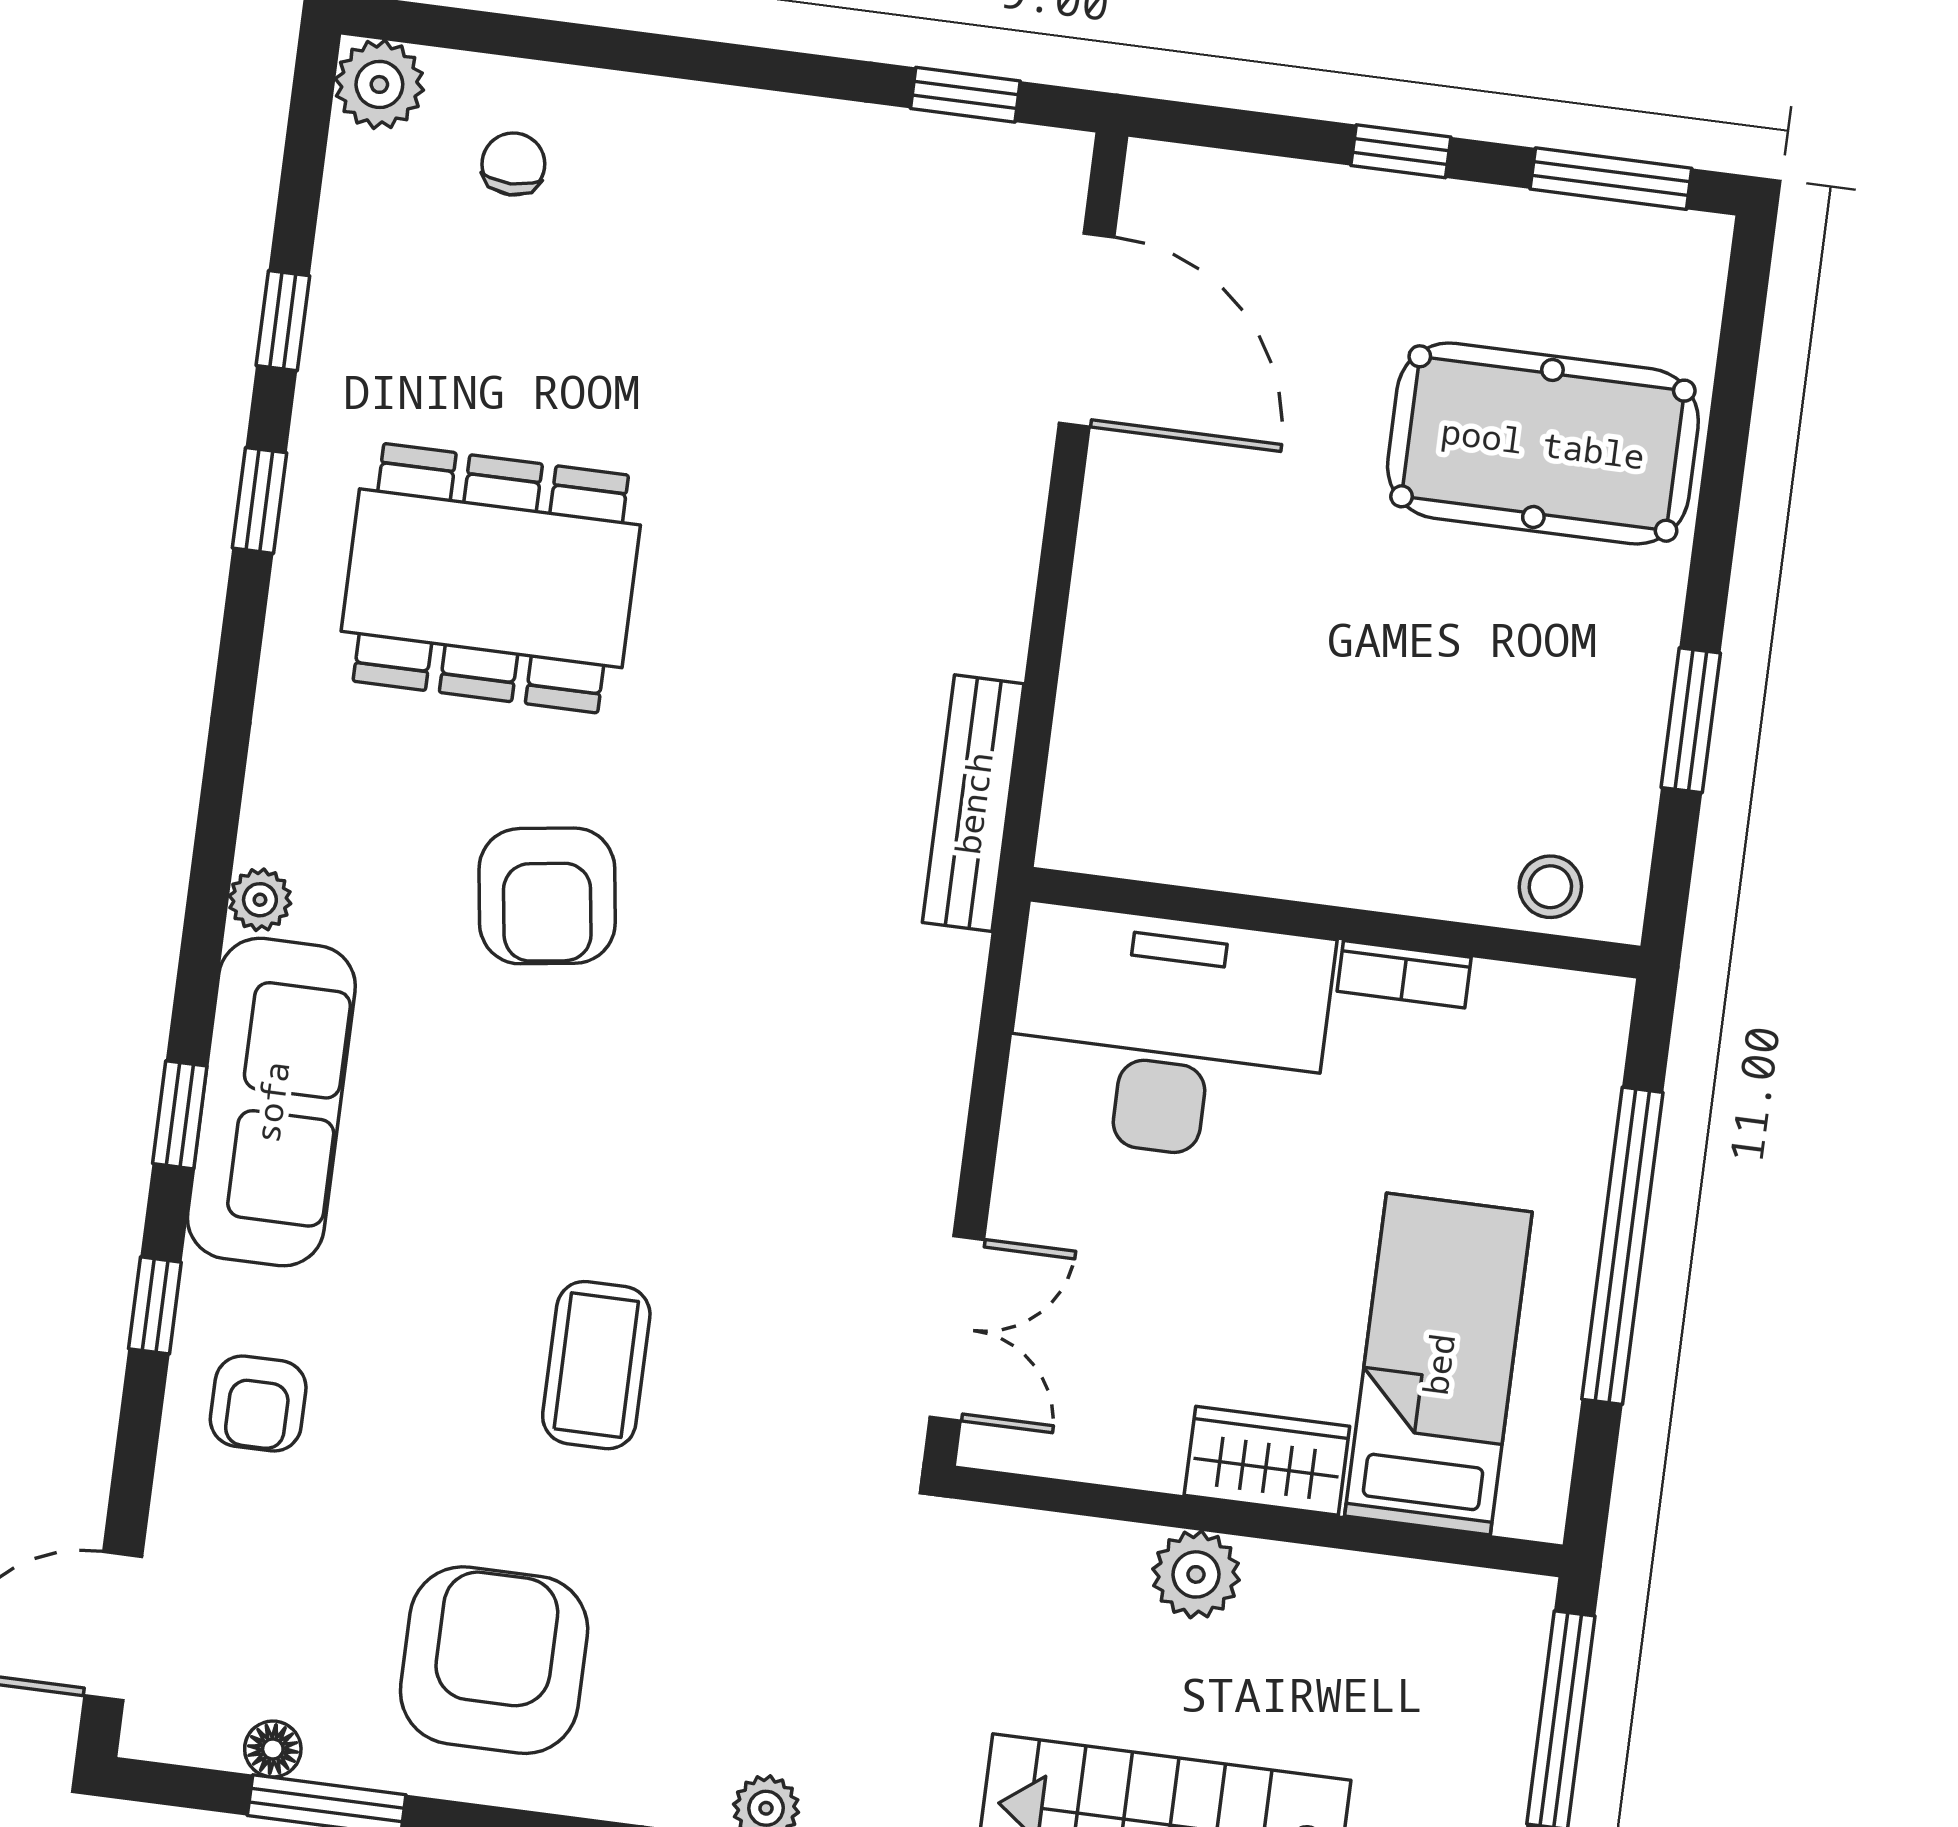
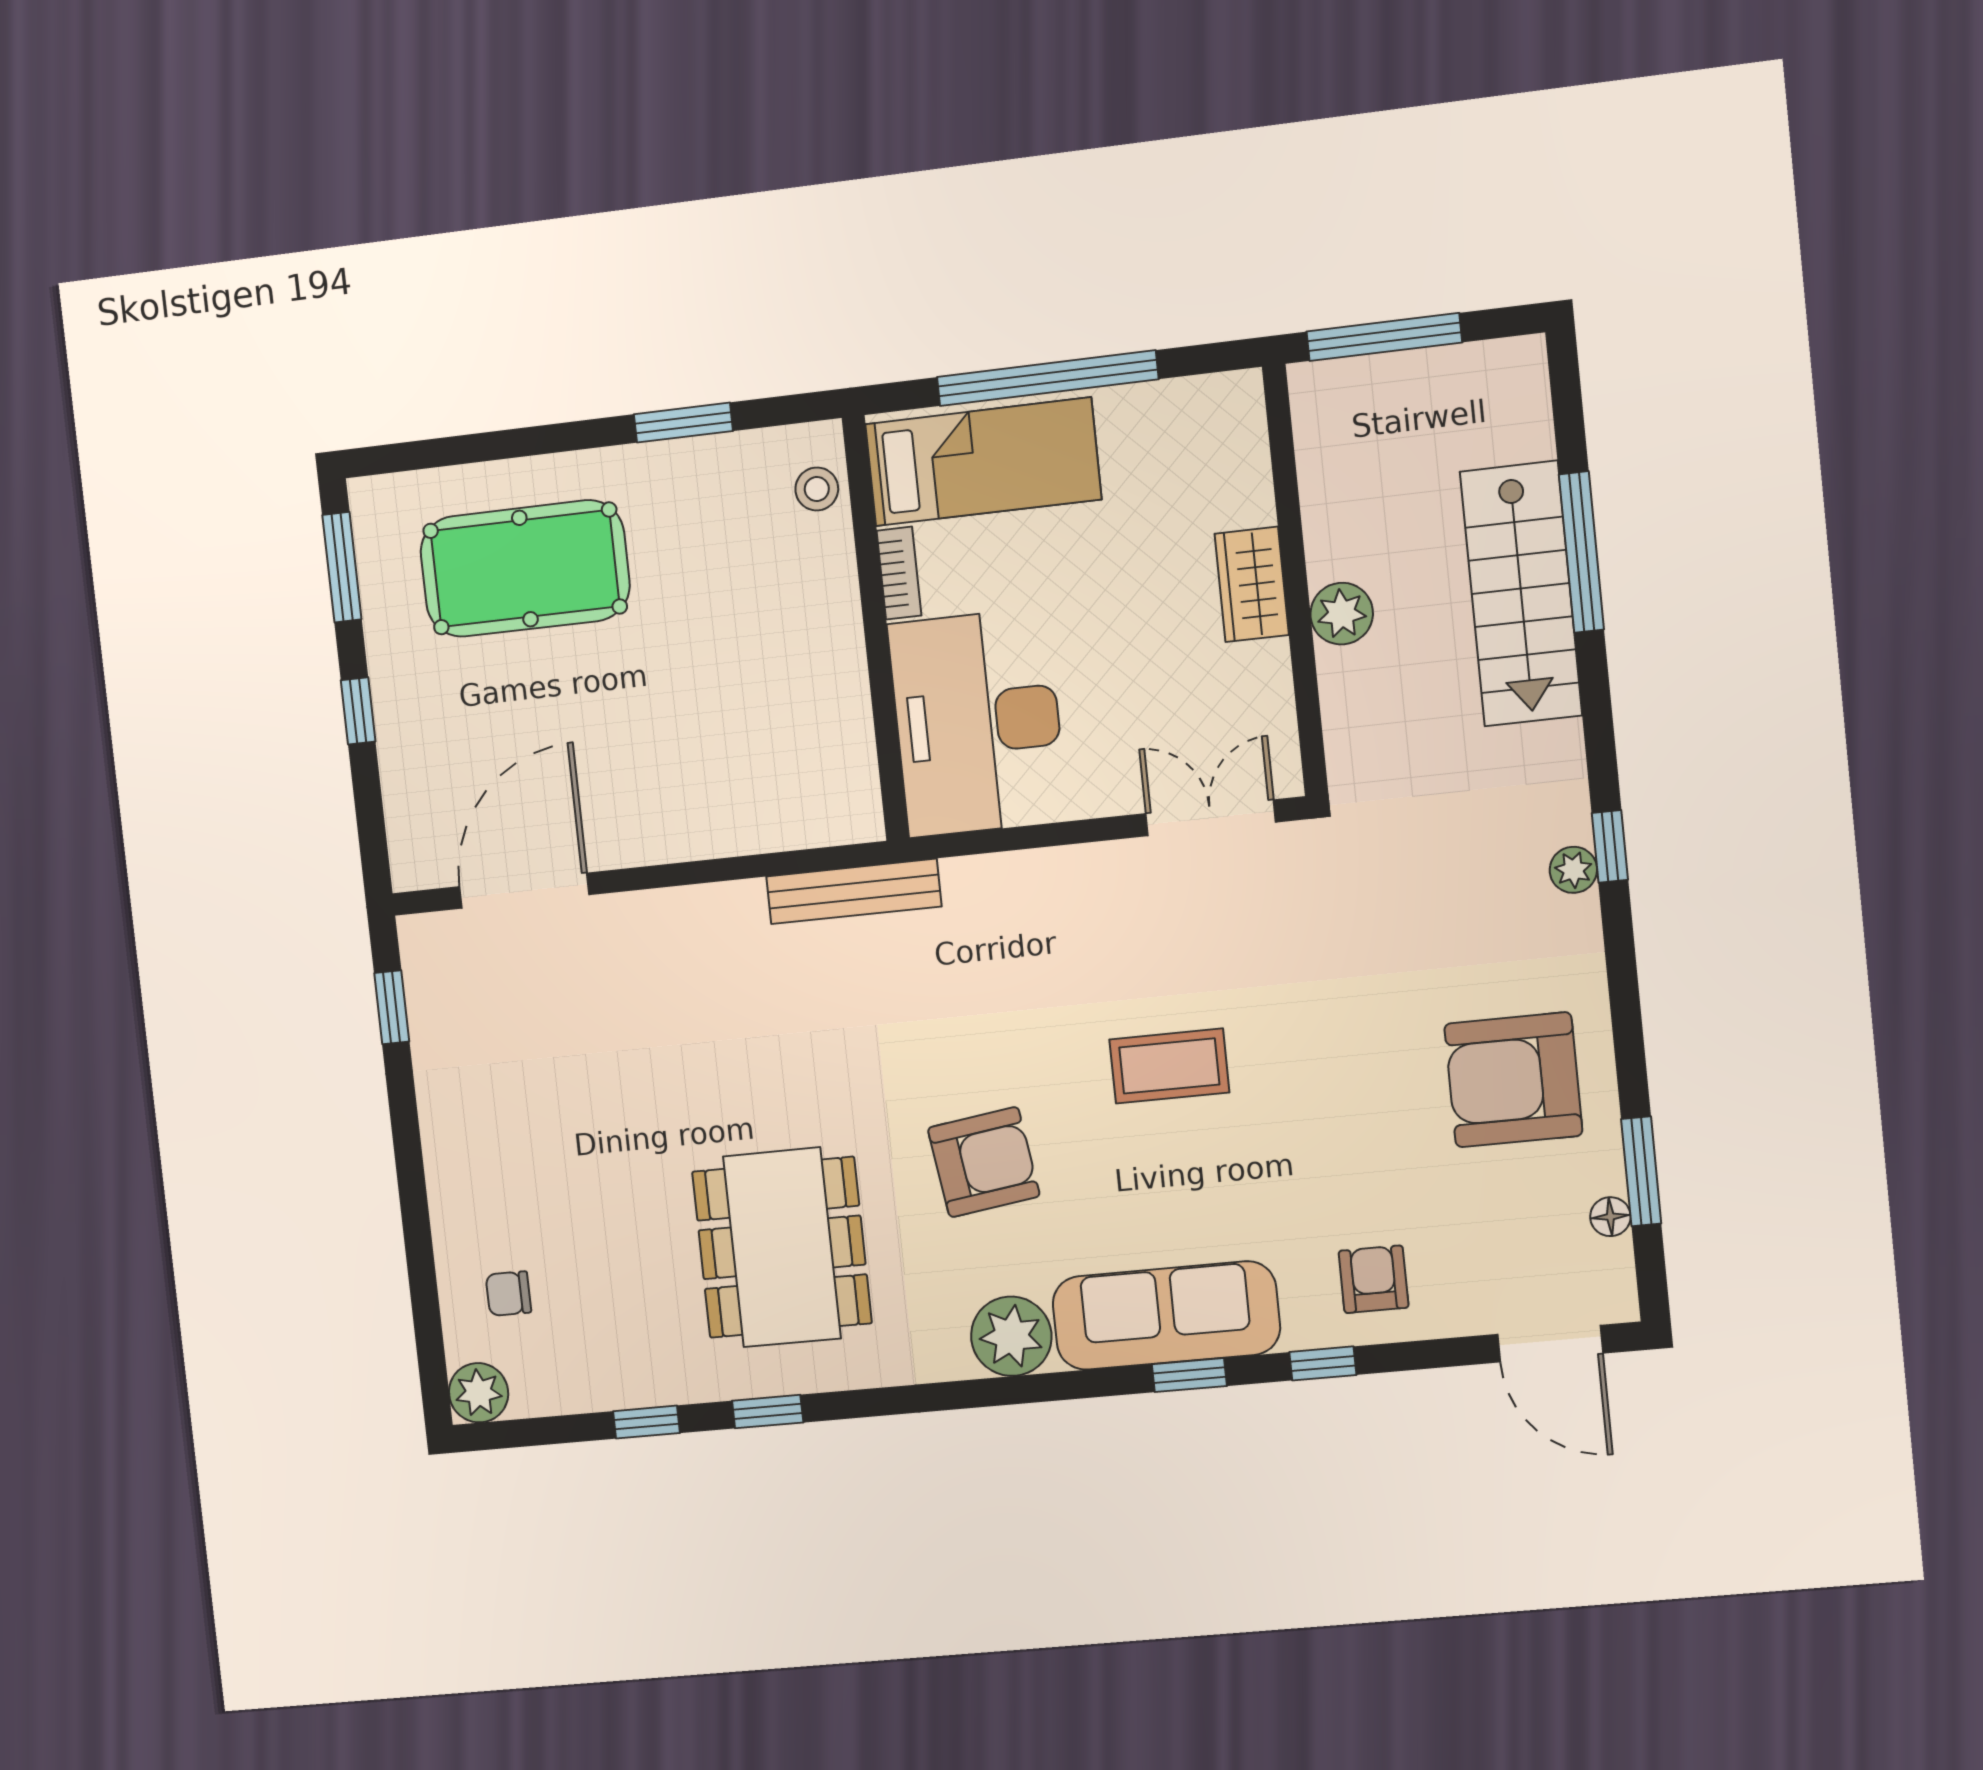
pool table: (1543, 443) -> (525, 569), turned 90
plant: (260, 900) -> (1011, 1336), width x1.88, depth x1.88
bed: (1438, 1364) -> (983, 462), moved, turned 180
coffee table: (596, 1365) -> (1169, 1066), moved
armchair: (258, 1403) -> (1374, 1279), turned -90

